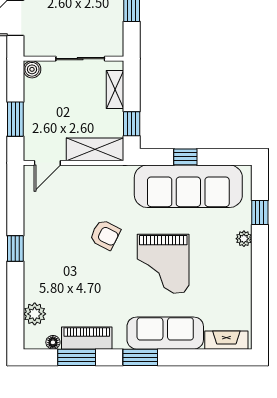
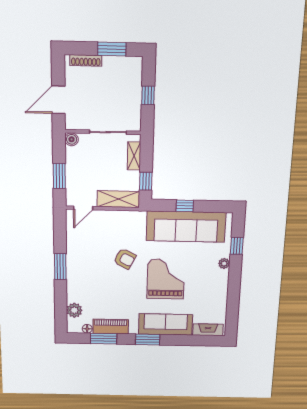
window: (15, 248) -> (60, 267), width x1.50
grand piano: (163, 264) -> (166, 279), turned 180

